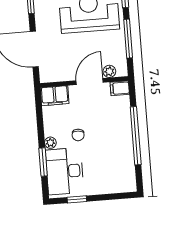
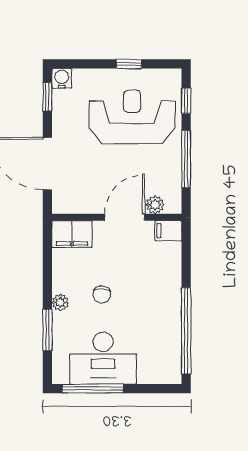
window: (136, 136) -> (186, 331), moved
desk: (65, 171) -> (103, 358), moved, turned -90
window: (77, 199) -> (93, 389), width x2.17

